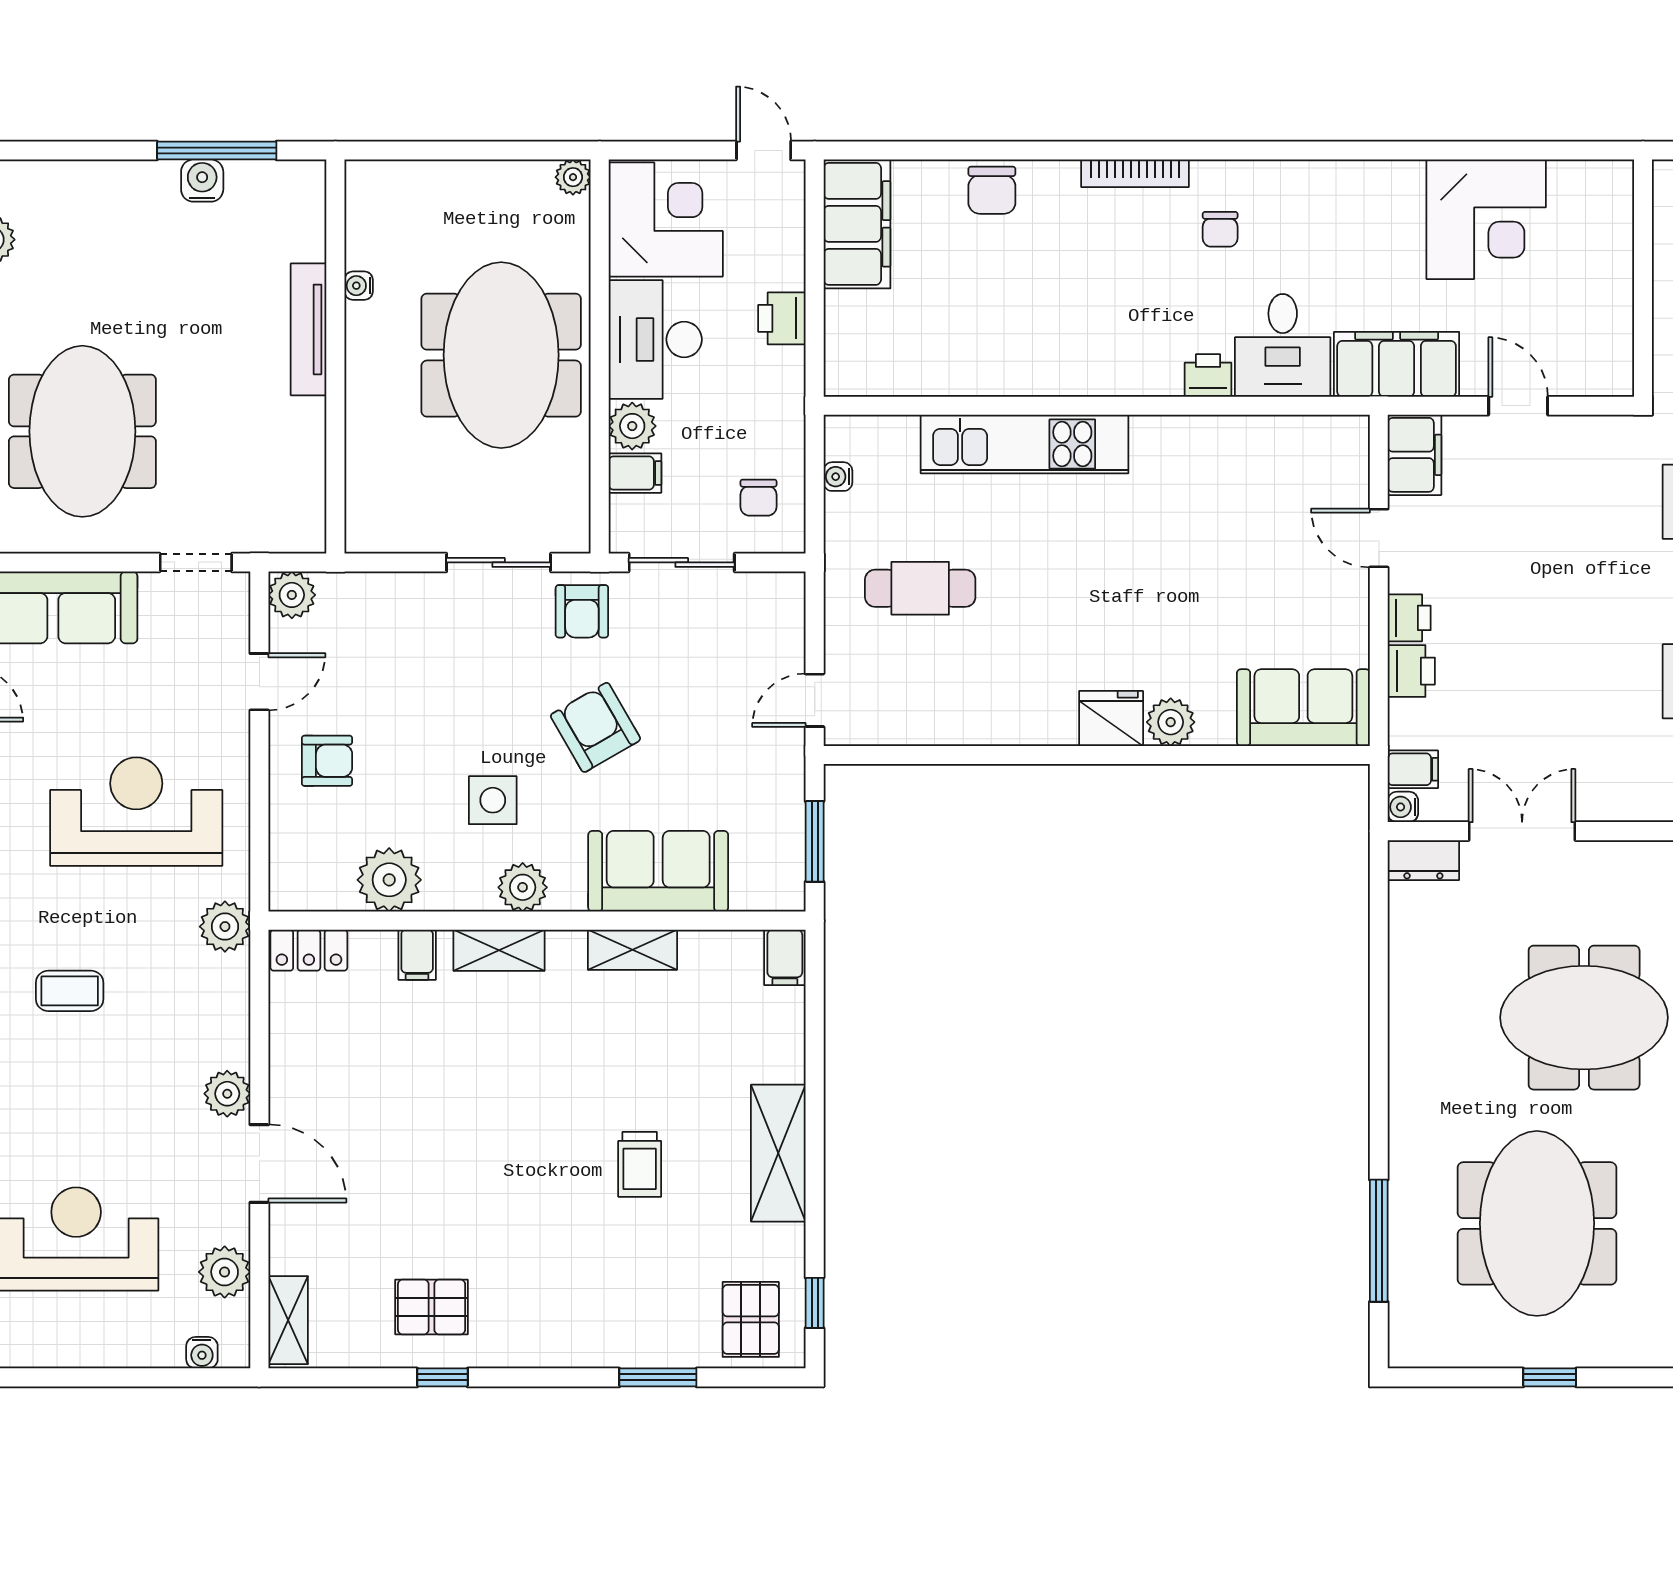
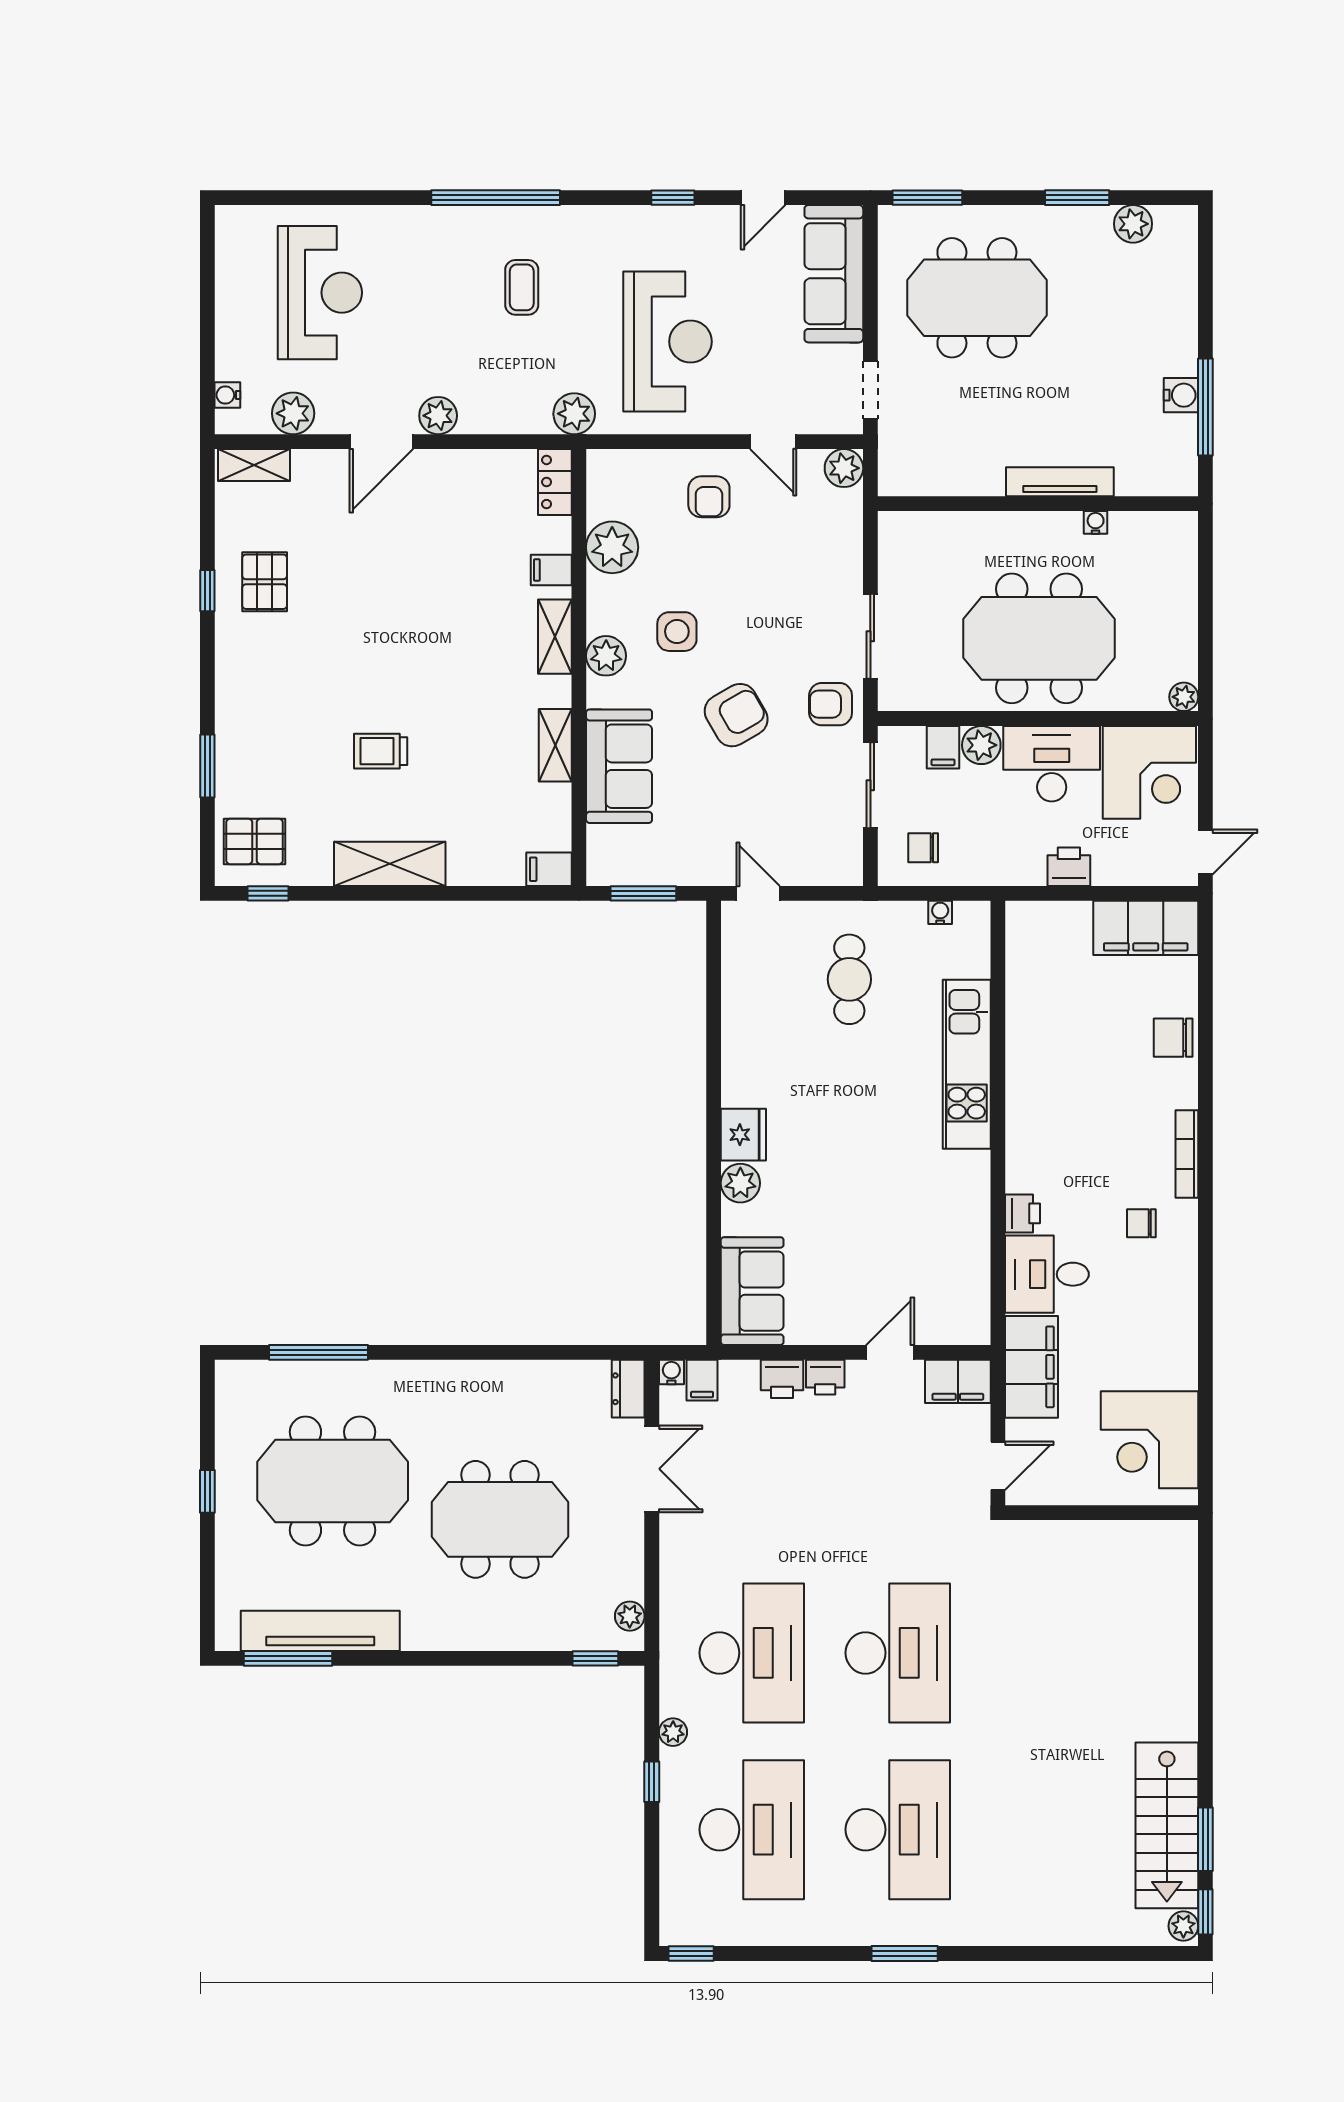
wall: (1643, 278) -> (1102, 1513), moved
meeting table: (1584, 1018) -> (500, 1519), turned 90

